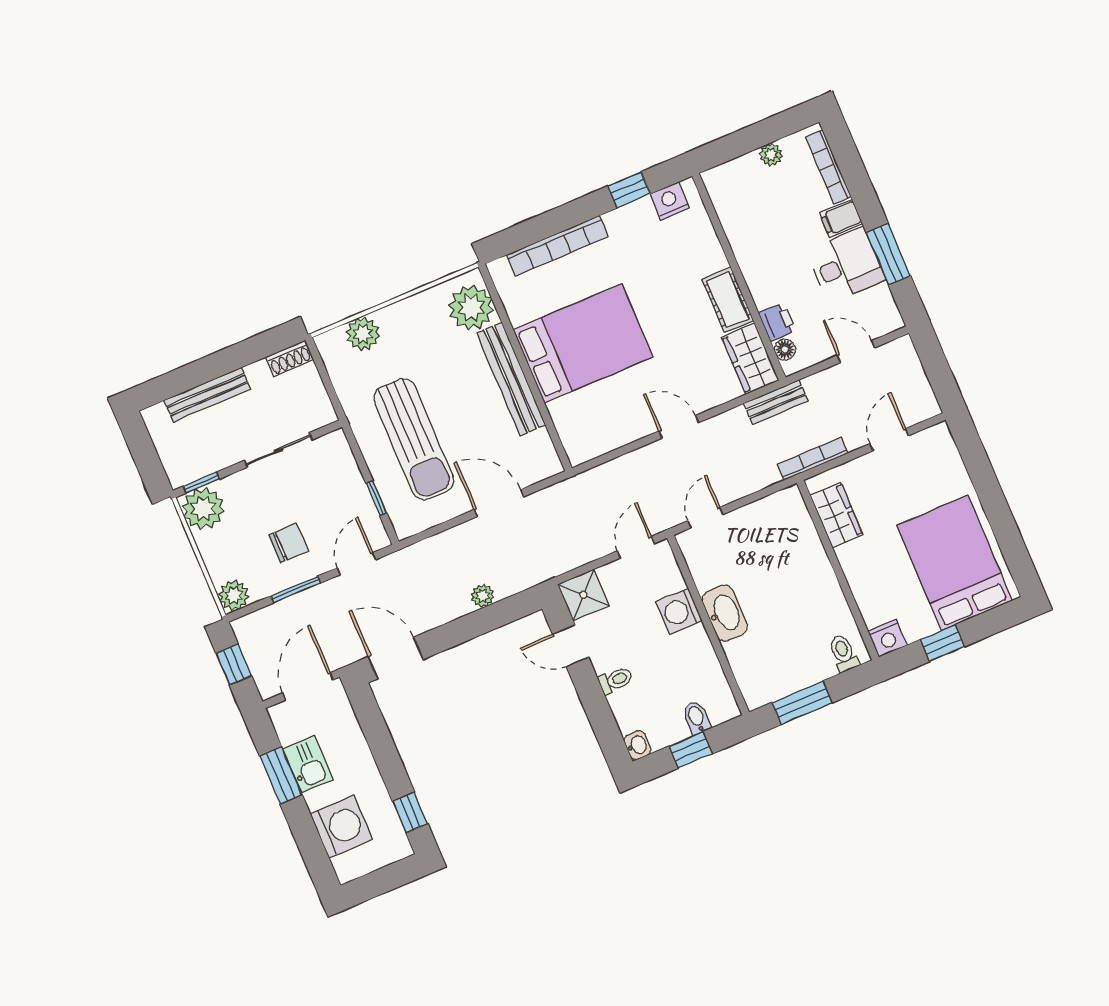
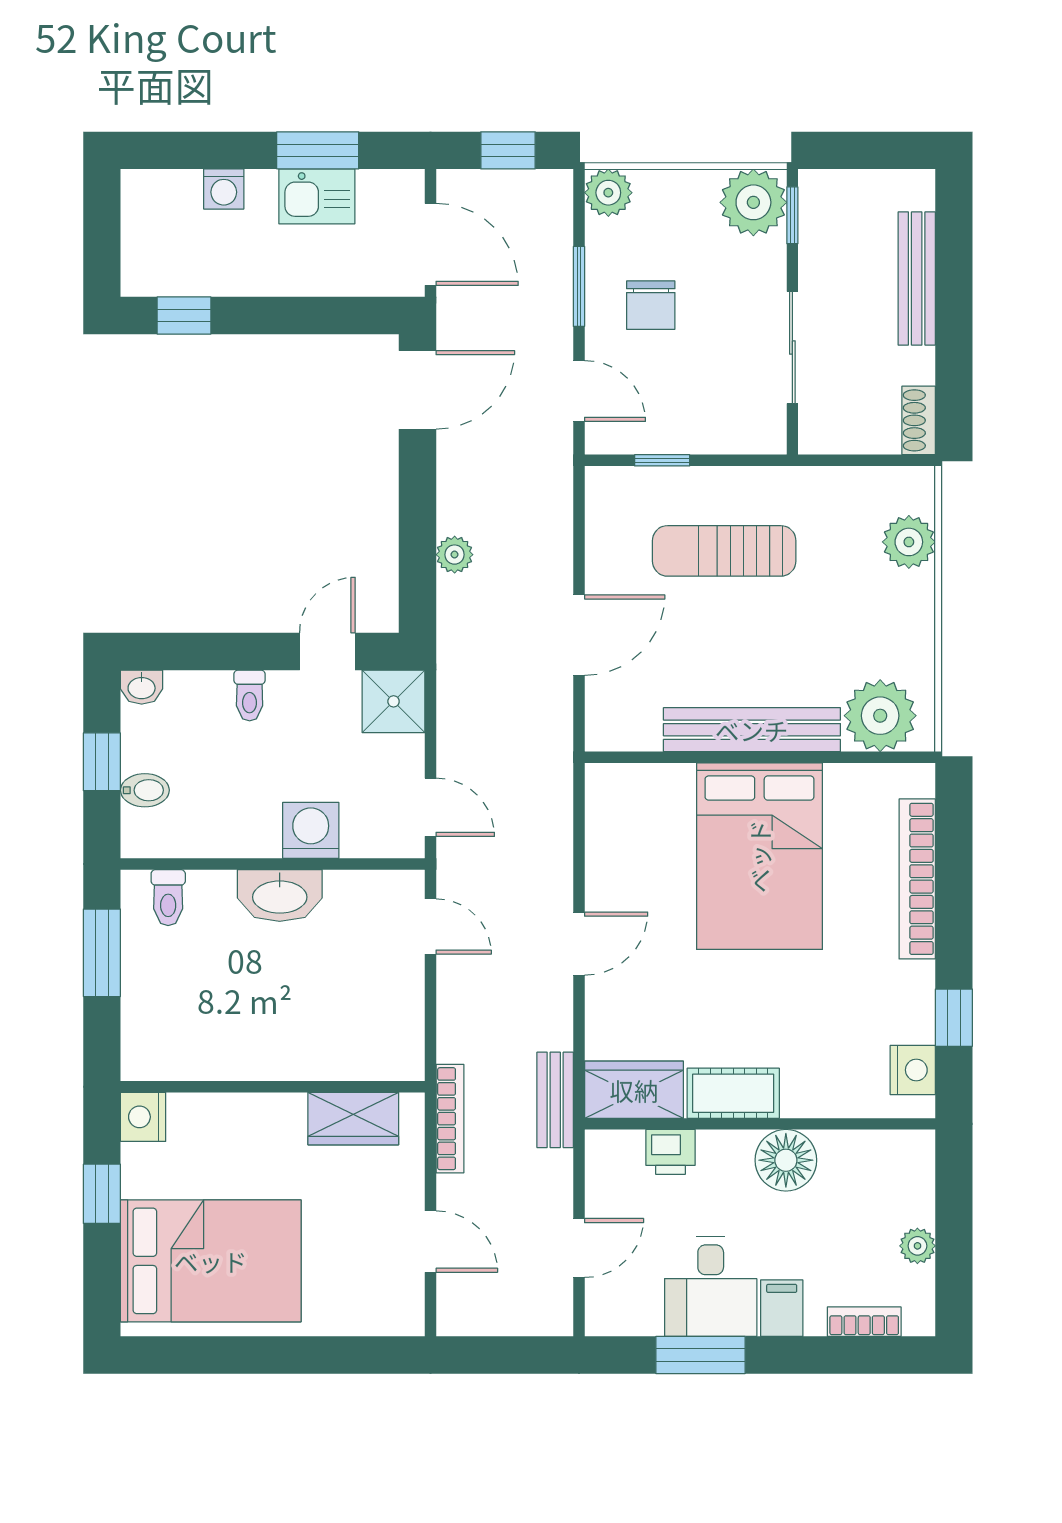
bookcase: (828, 167) -> (864, 1322), width x0.64
floor lamp: (785, 349) -> (786, 1160), moved, width x1.89, depth x1.89
sun lounger: (414, 439) -> (724, 551), width x0.73, depth x0.75
toilet: (843, 653) -> (168, 898), moved, turned 90
washing machine: (341, 827) -> (224, 189), width x0.53, depth x0.53

